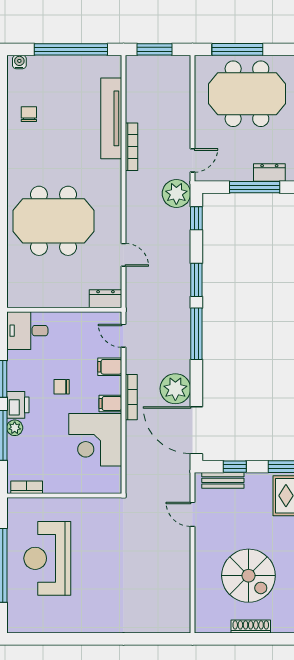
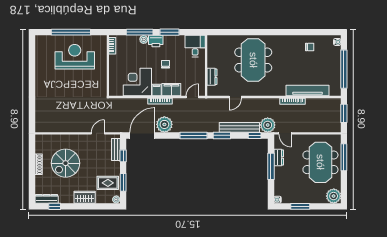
dresser: (269, 173) -> (279, 158), moved
bench: (181, 247) -> (239, 127), added
dresser: (105, 299) -> (212, 77), moved
filing cabinet: (110, 367) -> (171, 90), width x2.00

